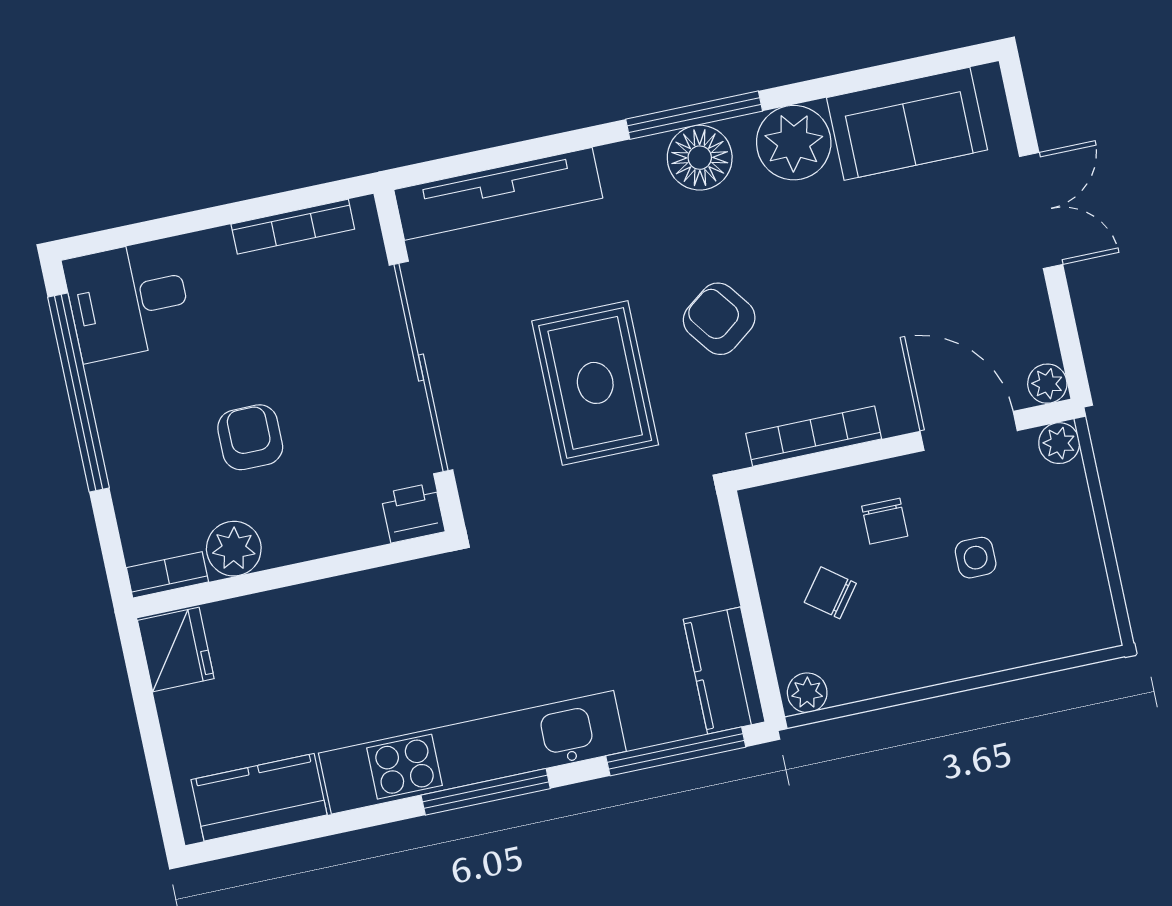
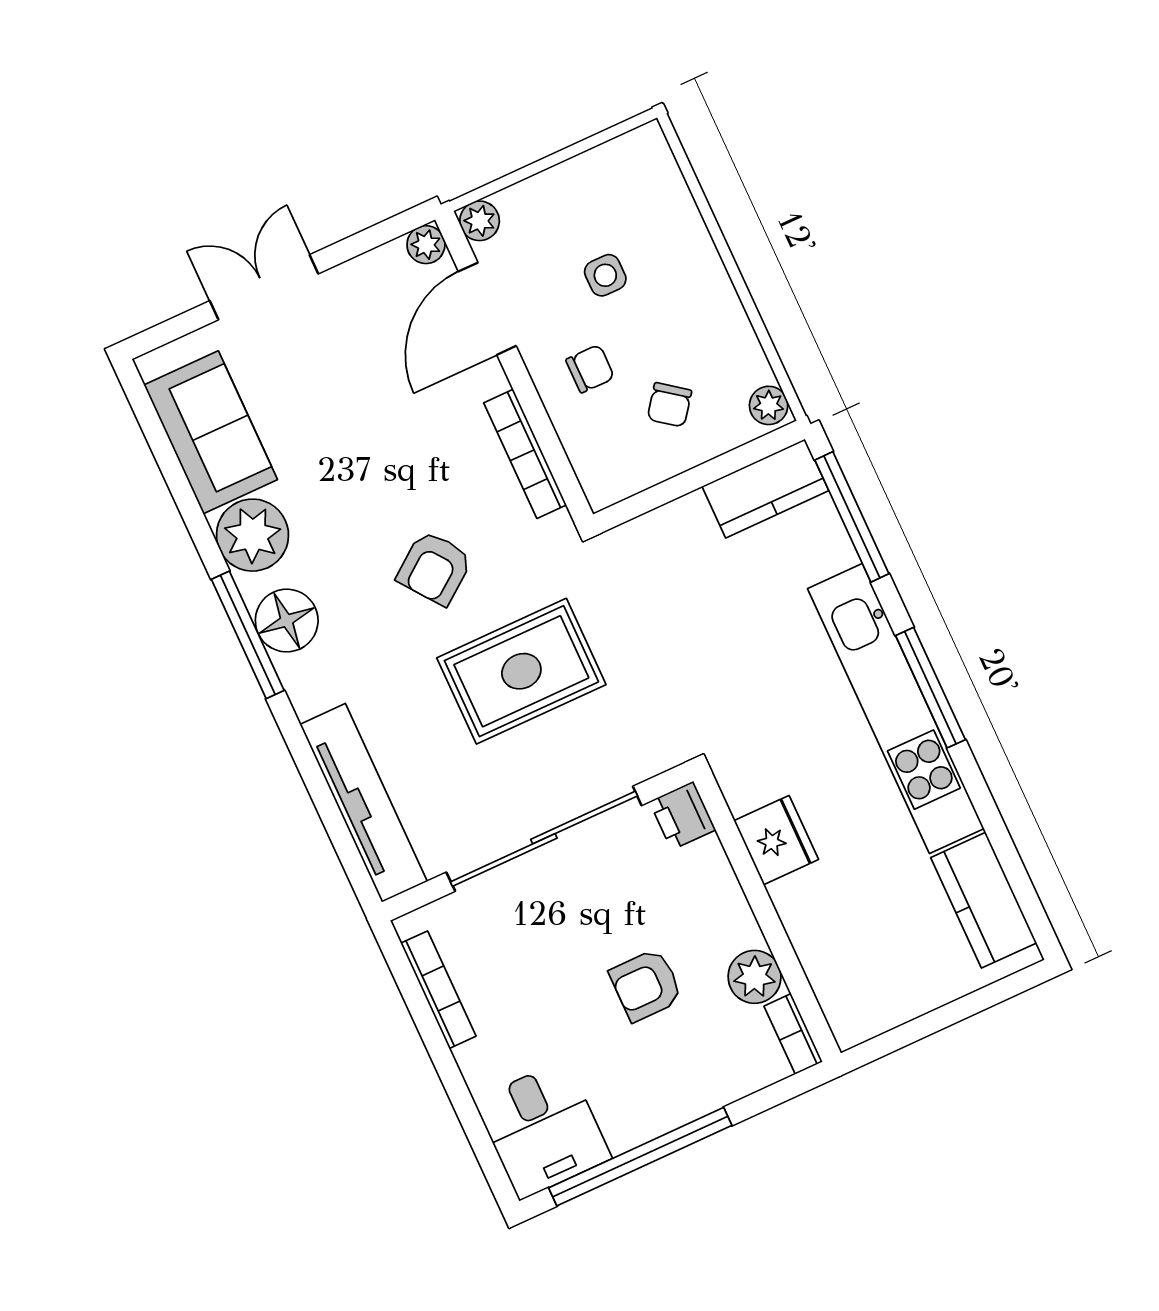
fridge: (176, 650) -> (776, 840), moved, turned 90

